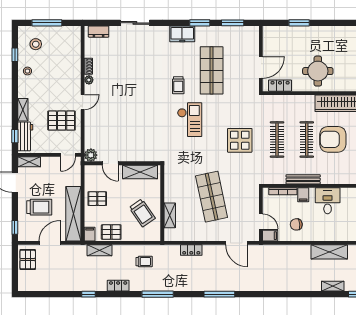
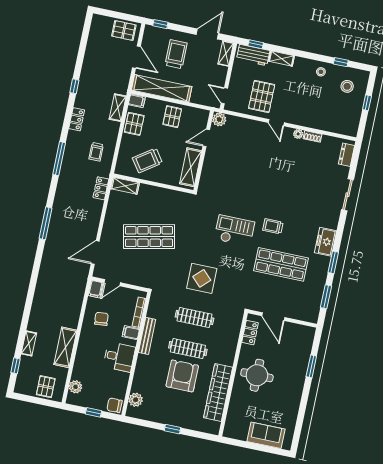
window: (47, 23) -> (367, 103), width x0.46
checkout: (190, 120) -> (234, 231), turned 180
trolley: (39, 207) -> (176, 54), turned 180
shelving: (170, 215) -> (125, 186), moved
locker: (191, 250) -> (101, 188), moved

